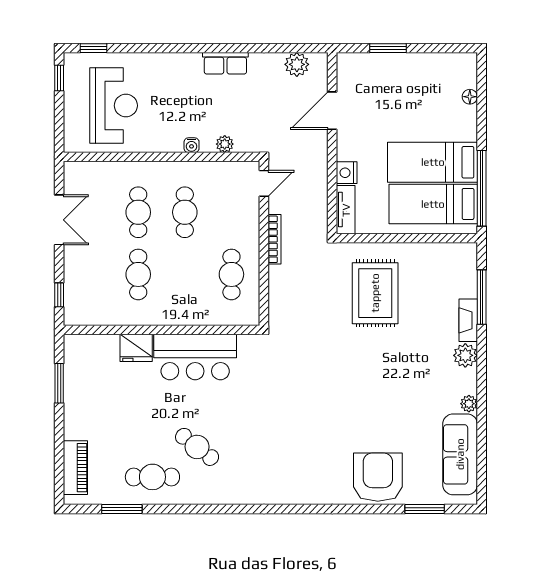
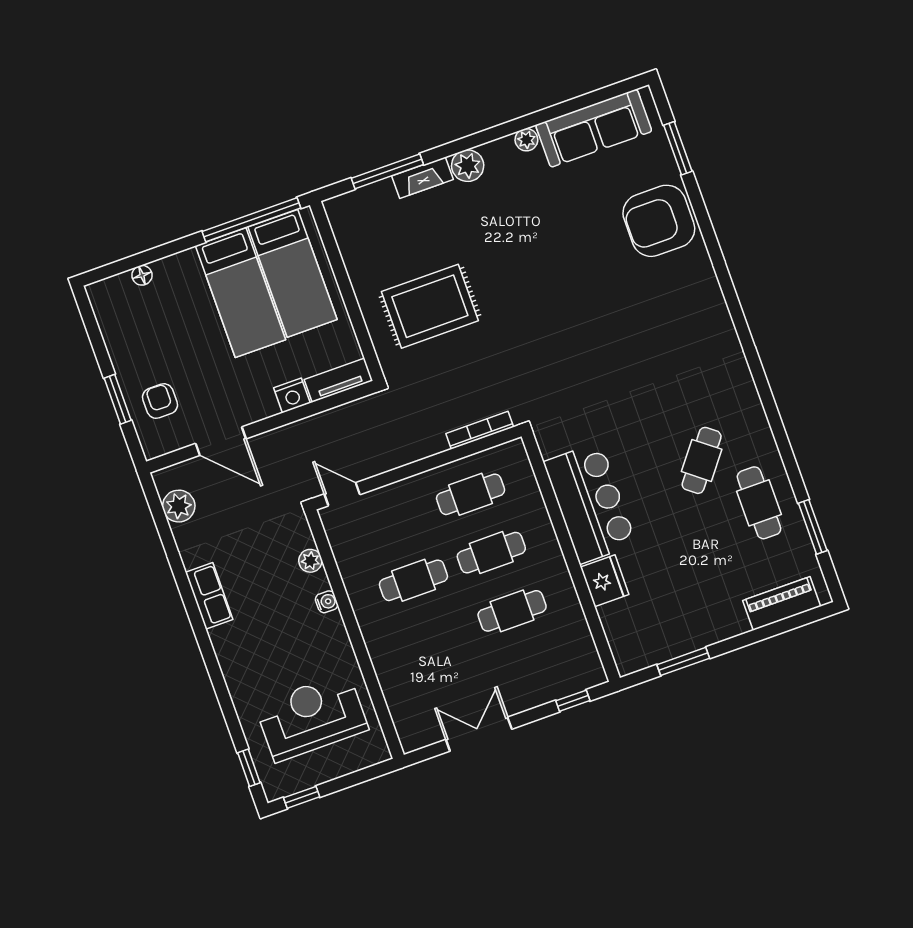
armchair: (376, 78) -> (160, 401), added
cafe table: (138, 212) -> (491, 553), moved
bookcase: (275, 239) -> (480, 430), moved

